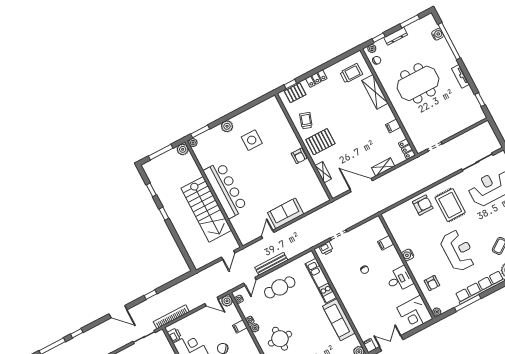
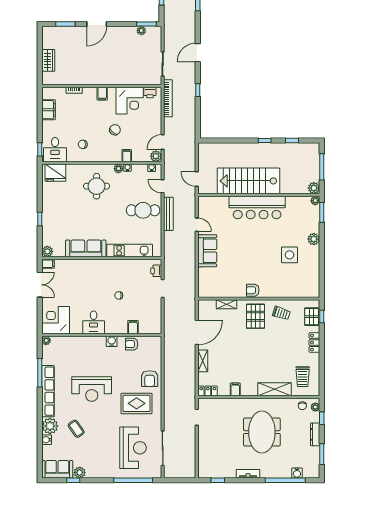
armchair: (432, 283) -> (132, 344), moved
cafe table: (280, 287) -> (143, 210), turned 90

